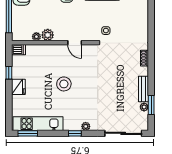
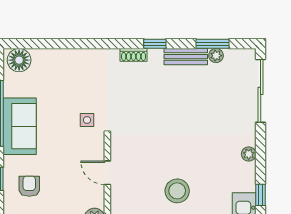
door: (75, 43) -> (107, 173), swing flipped
window: (151, 71) -> (155, 44), added
window: (75, 133) -> (261, 195), moved

